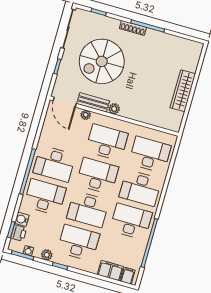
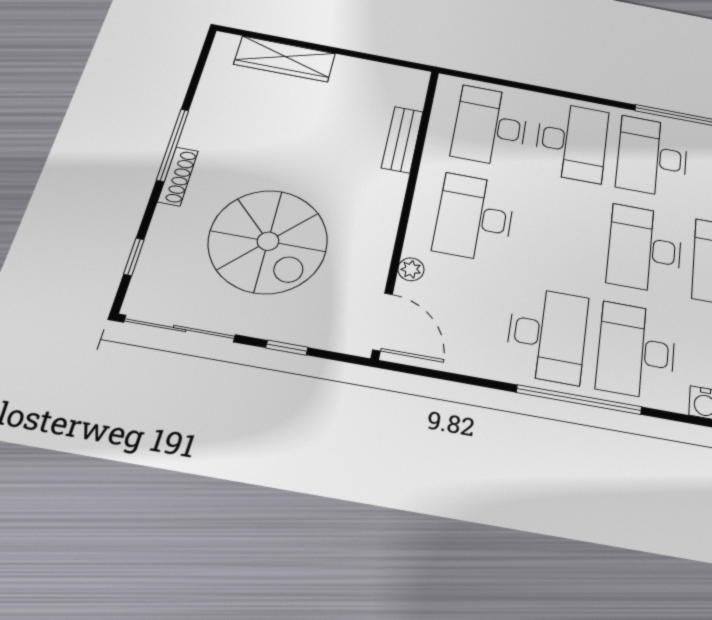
wardrobe: (183, 91) -> (285, 59), moved
door: (65, 102) -> (383, 322), hinge flipped
bench: (93, 102) -> (402, 139), moved
plant: (114, 109) -> (389, 206), removed
desk: (97, 176) -> (560, 233), removed
desk: (88, 209) -> (645, 249), turned 180

